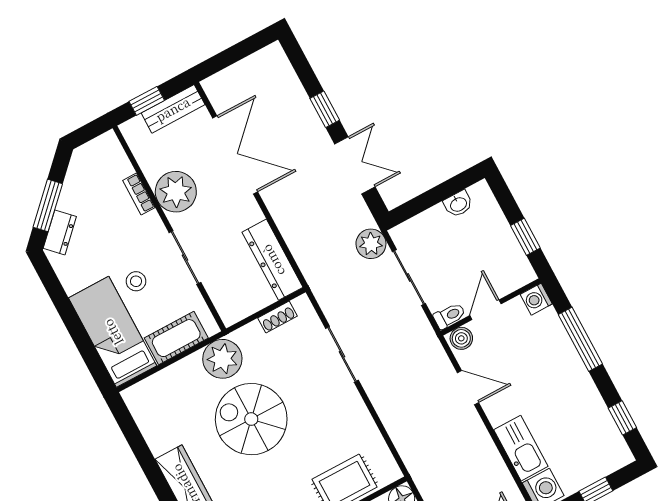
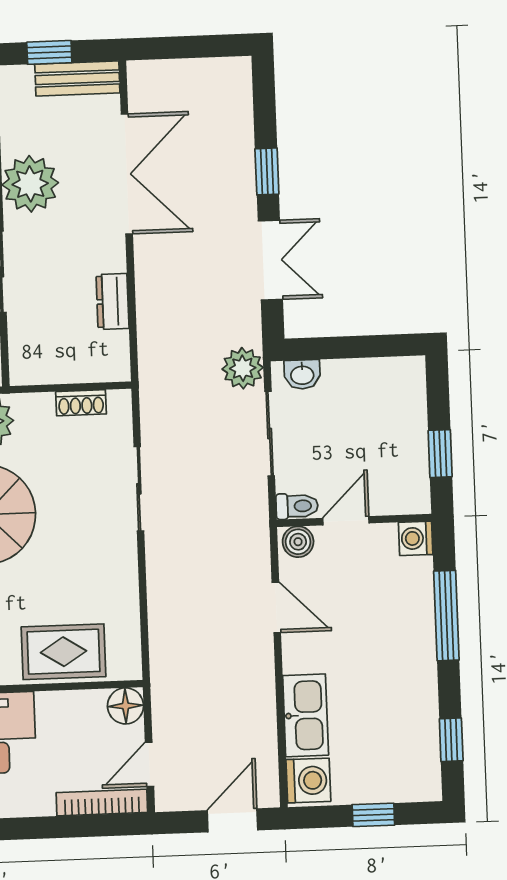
washbasin: (458, 204) -> (302, 374), moved
dresser: (273, 260) -> (112, 301), width x0.51, depth x0.80

